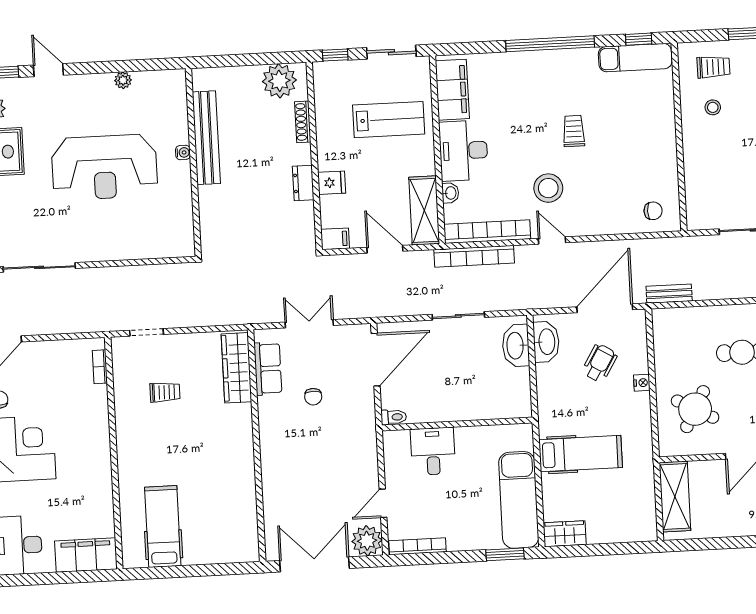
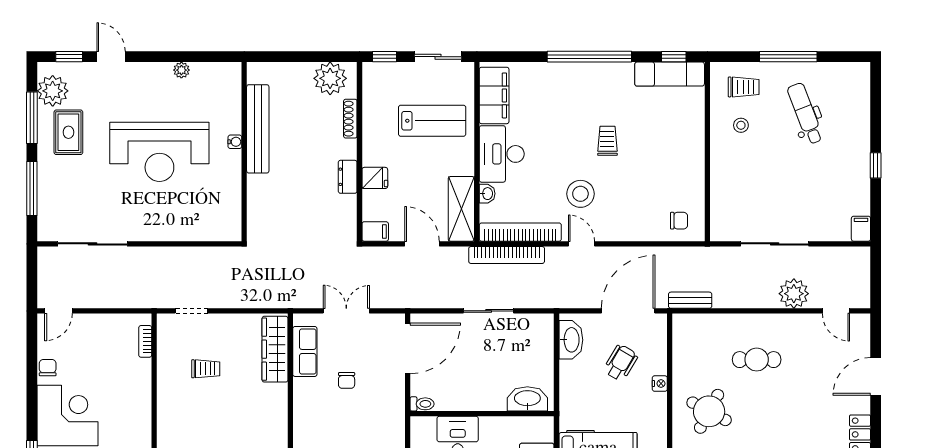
washbasin: (516, 346) -> (527, 399), moved, turned 90

